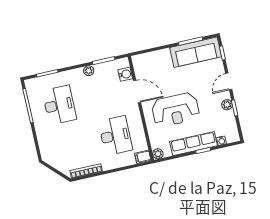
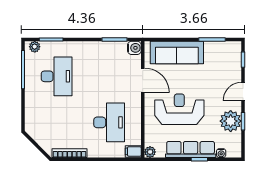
sofa: (196, 52) -> (177, 52), moved
plant: (89, 71) -> (35, 47), moved
water cooler: (125, 74) -> (134, 48), moved
plant: (227, 105) -> (231, 121), width x1.88, depth x1.88
reception desk: (175, 110) -> (179, 109), turned 180

